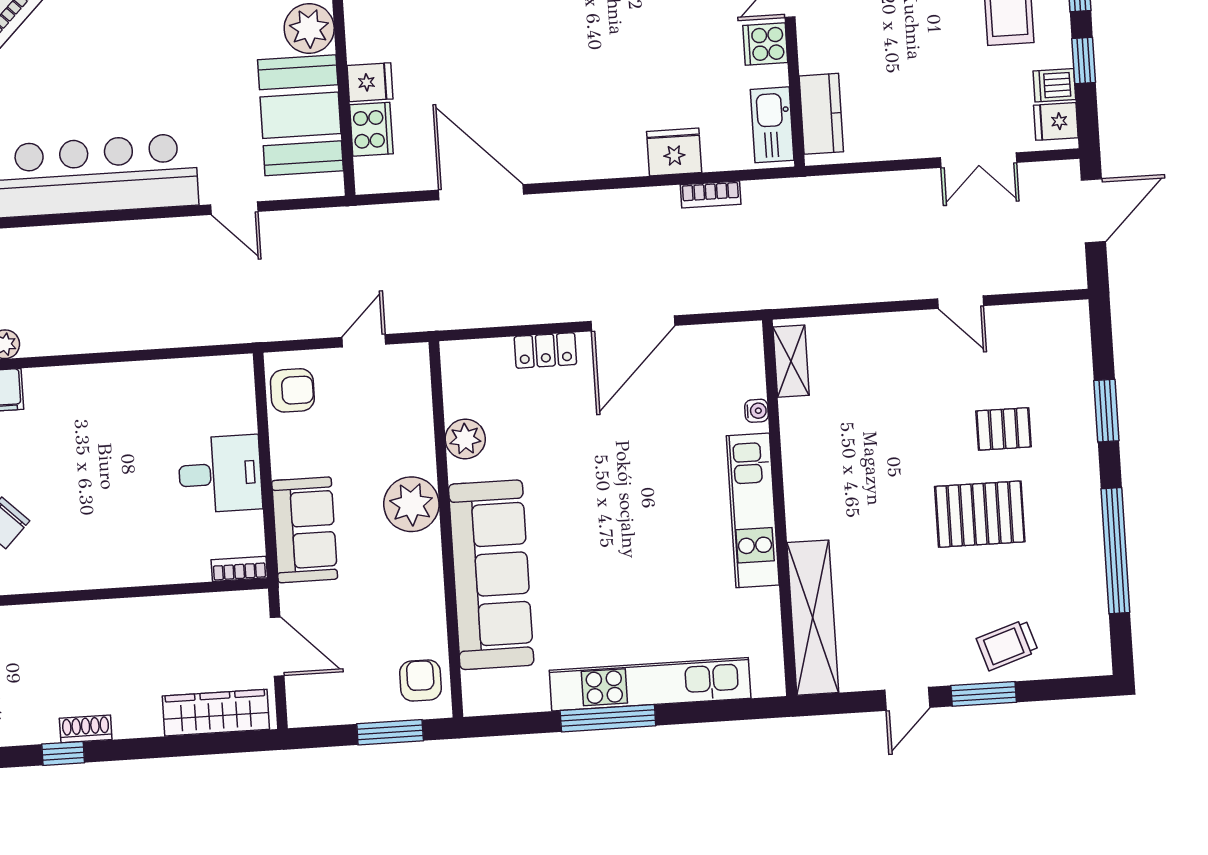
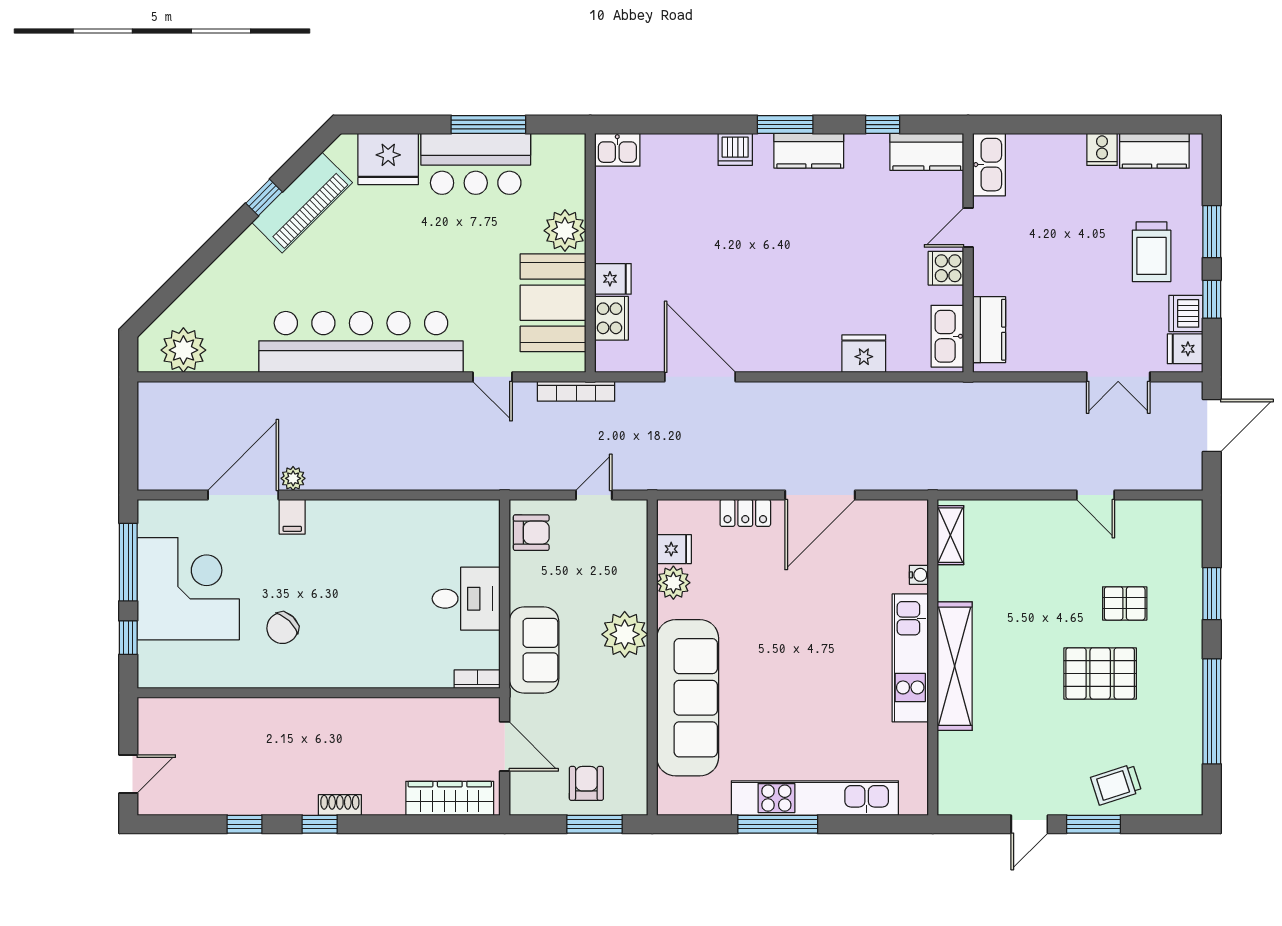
dishwasher: (1054, 85) -> (1186, 313), width x1.38
bookcase: (711, 194) -> (576, 391), moved, width x1.56
fridge: (463, 399) -> (674, 549), added
shelving: (813, 618) -> (955, 666), moved
armchair: (421, 680) -> (586, 783), moved

